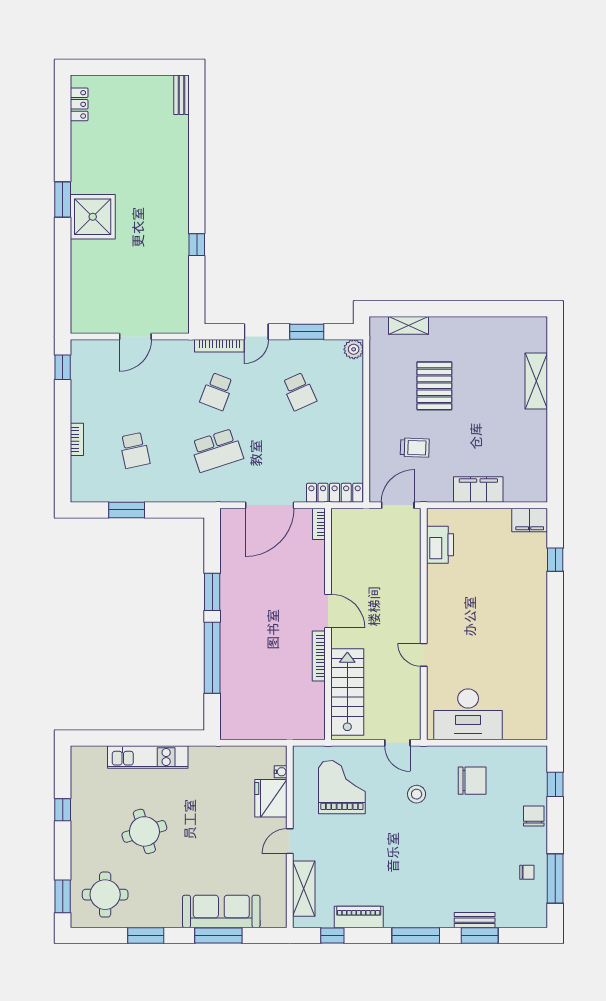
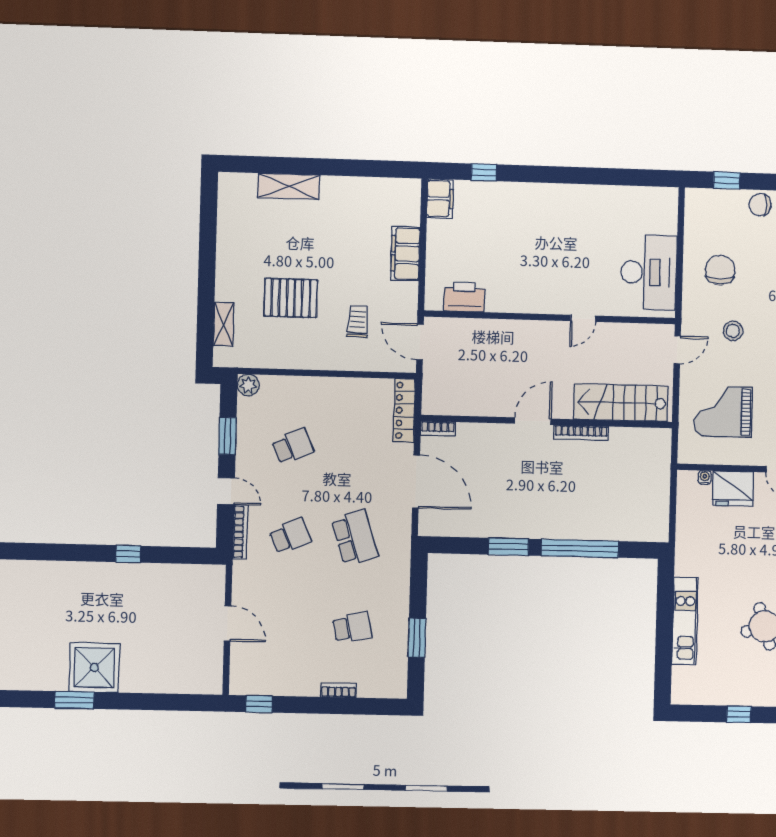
school desk: (217, 391) -> (290, 536), turned -45

